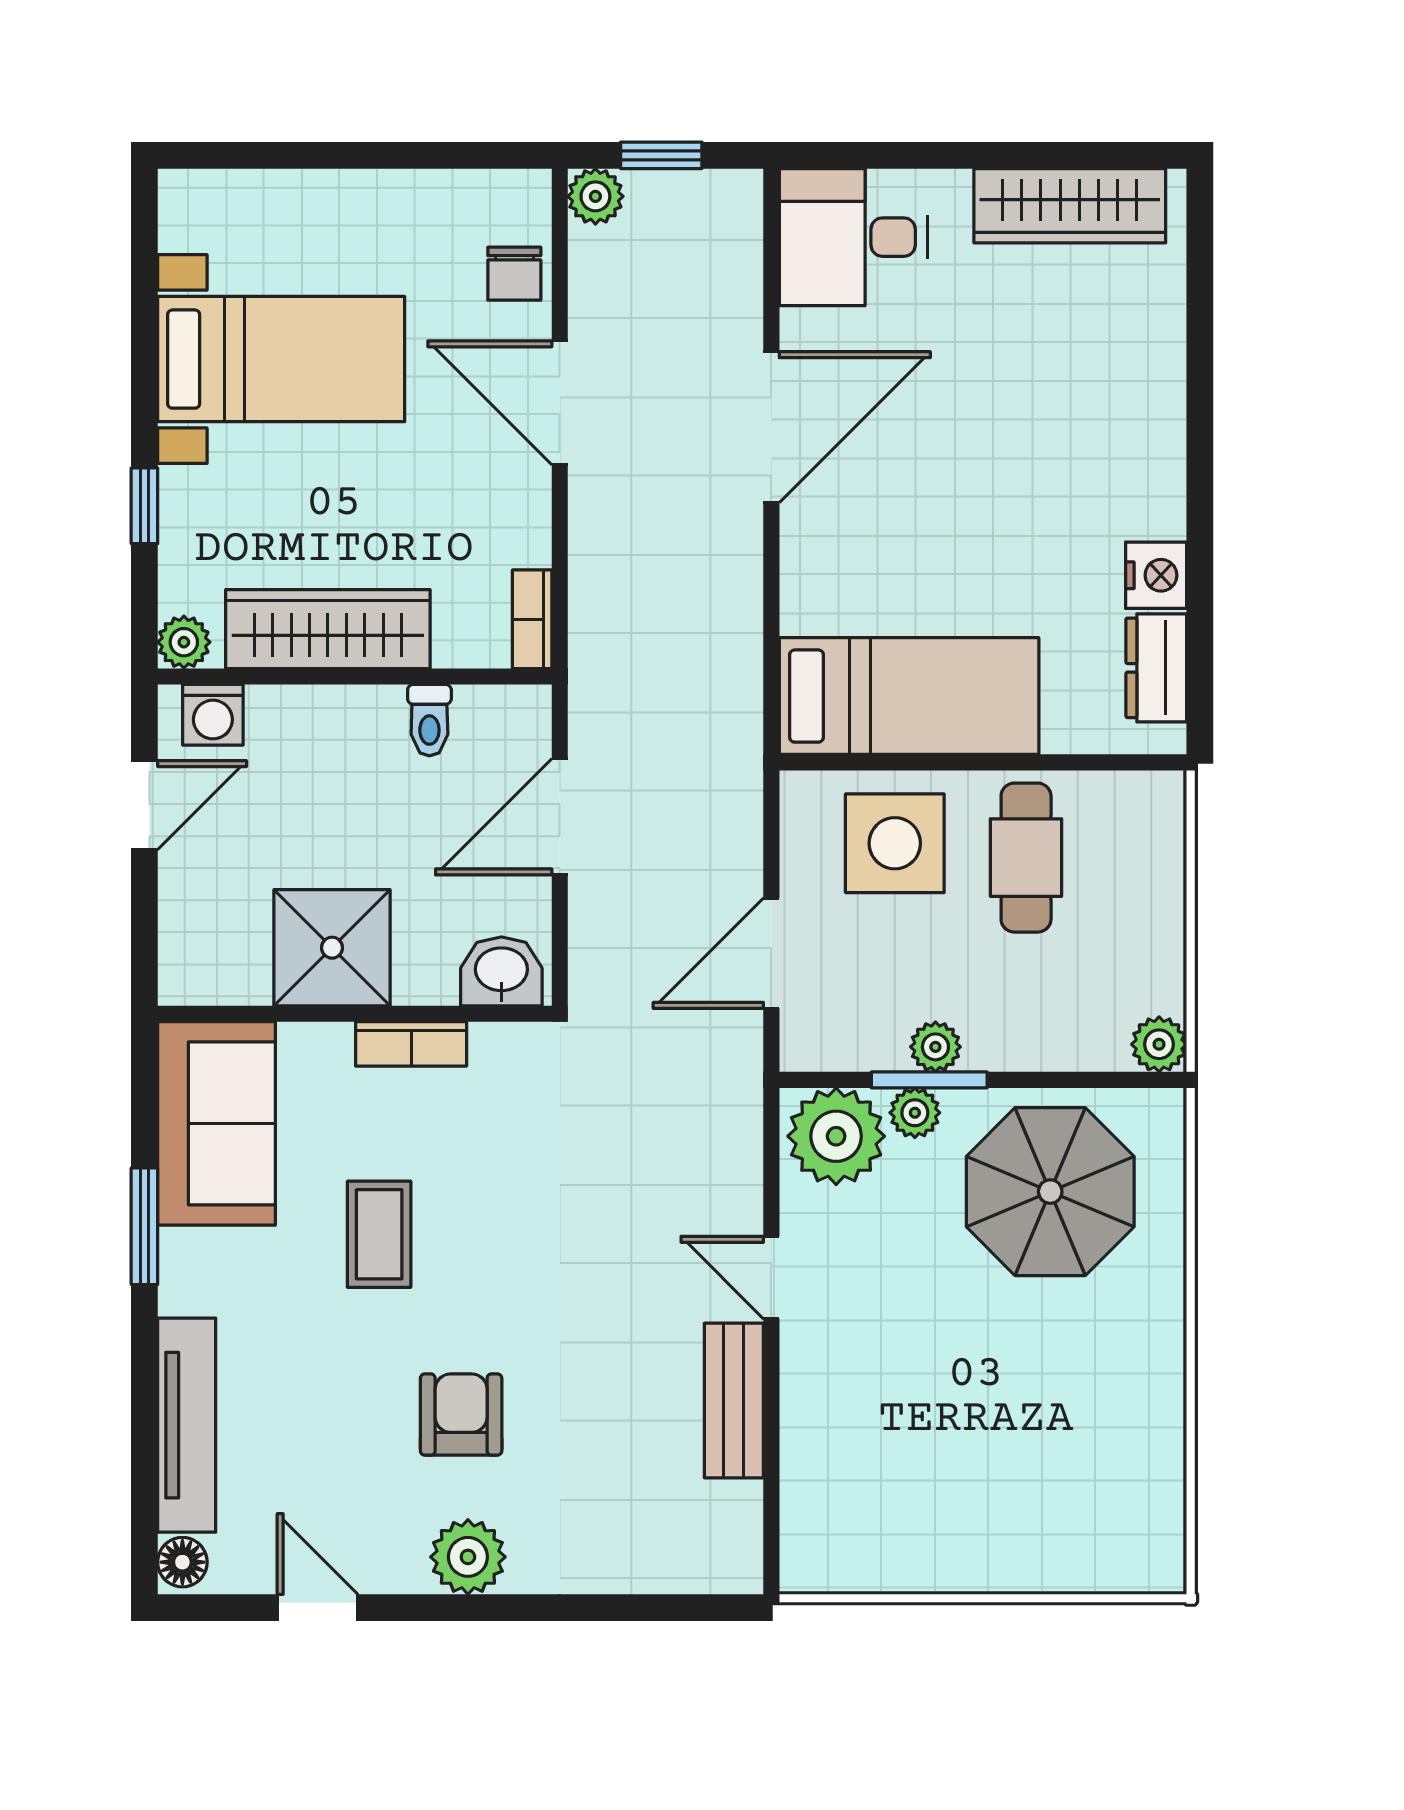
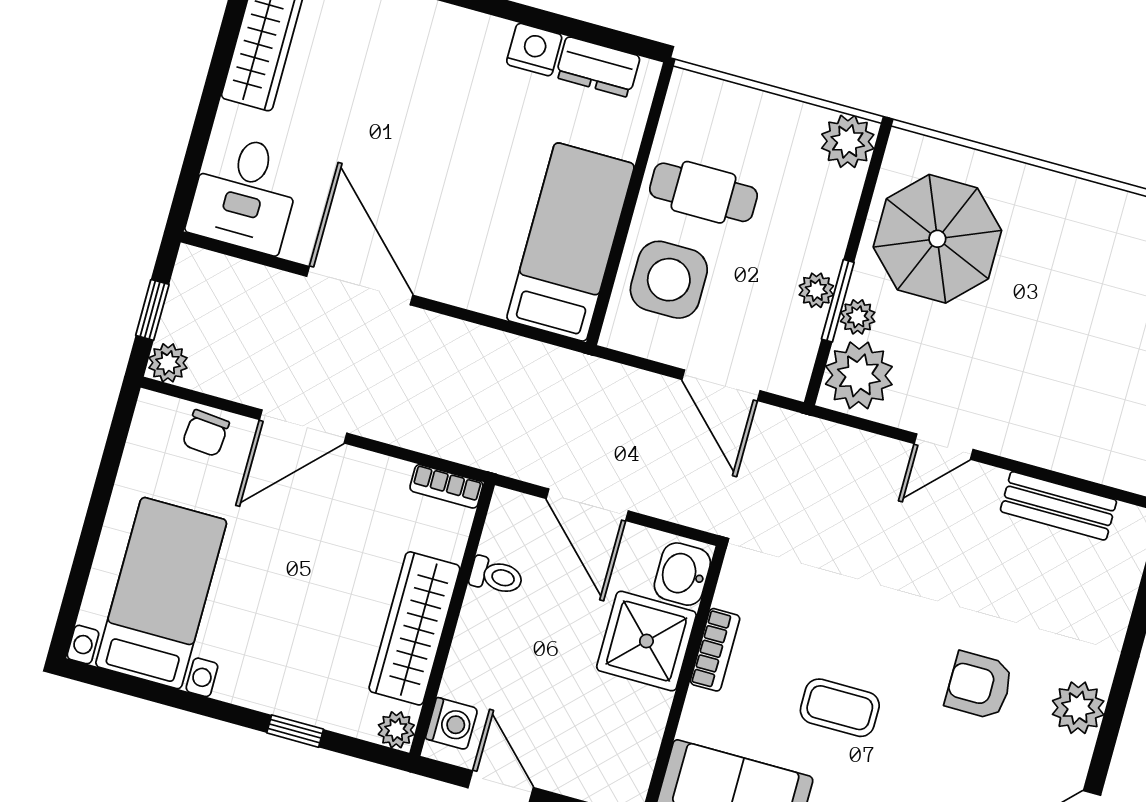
chair: (514, 274) -> (206, 433), turned 95
bed with nightstands: (281, 359) -> (161, 593), moved
shower: (332, 948) -> (646, 641), moved
plant: (1159, 1044) -> (848, 141), width x1.38, depth x1.38
bench: (734, 1400) -> (1058, 506), moved

